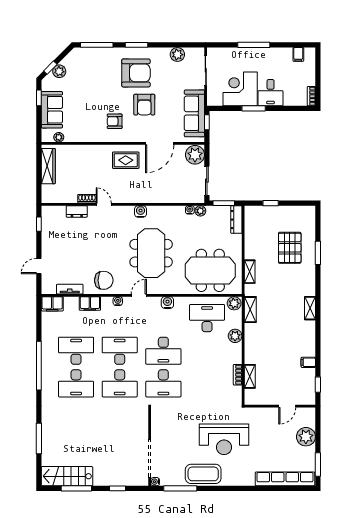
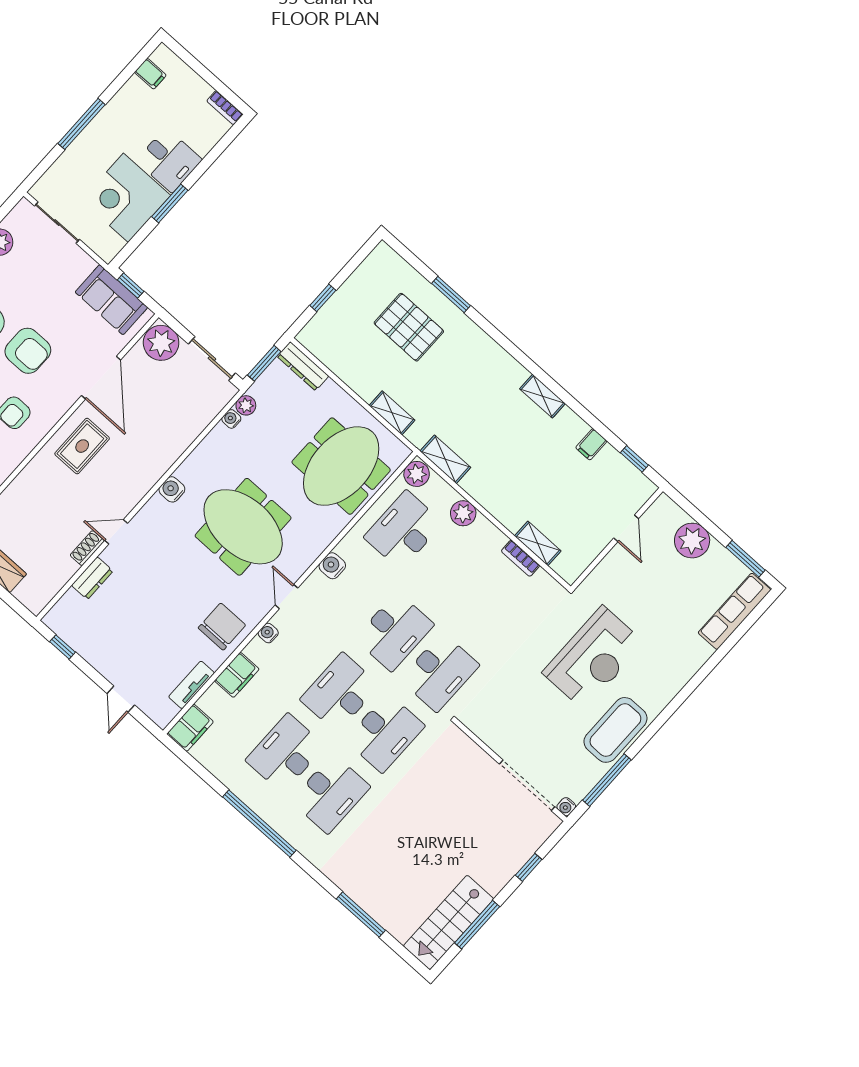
sofa: (194, 113) -> (111, 300), width x0.73
shelving: (310, 308) -> (543, 396), moved
row of seats: (285, 479) -> (734, 611), width x0.73

